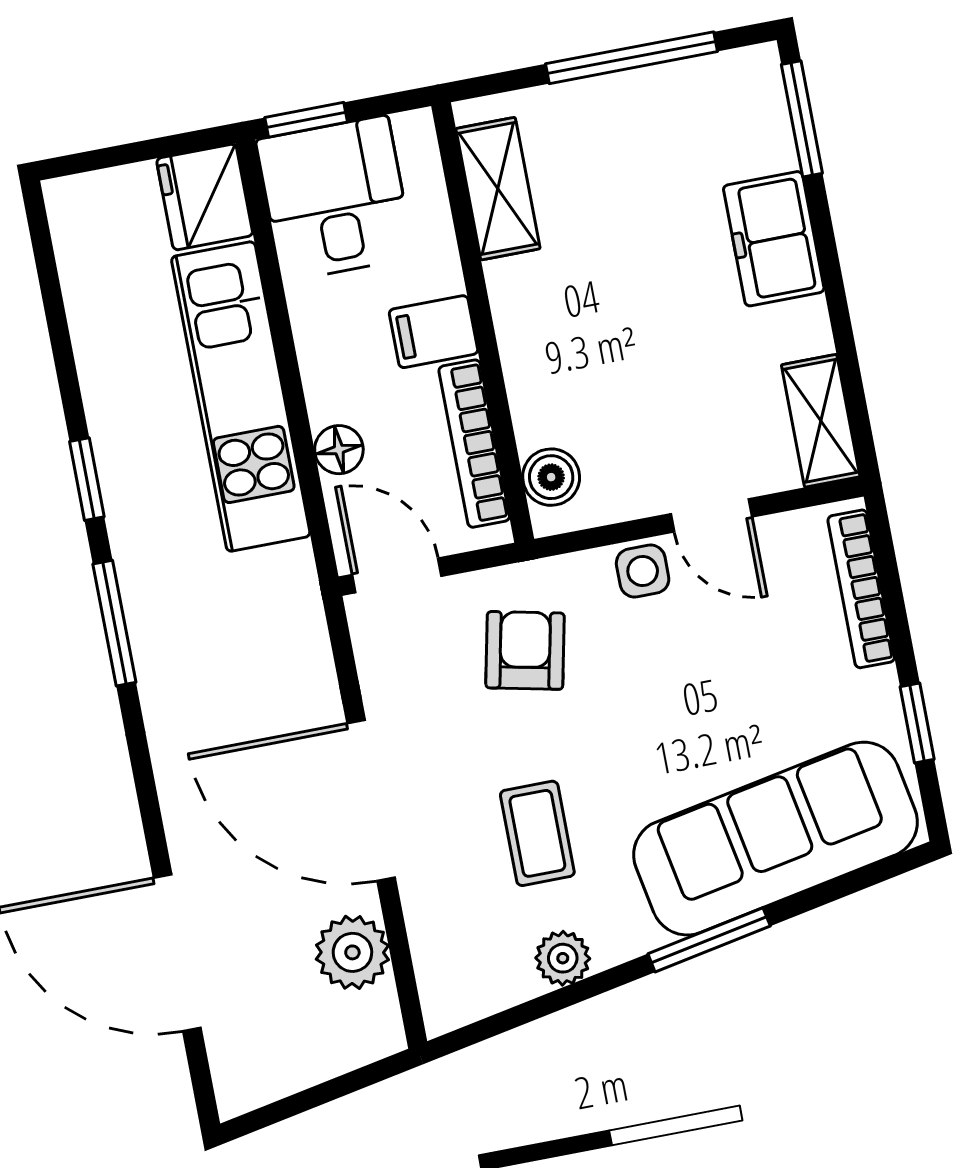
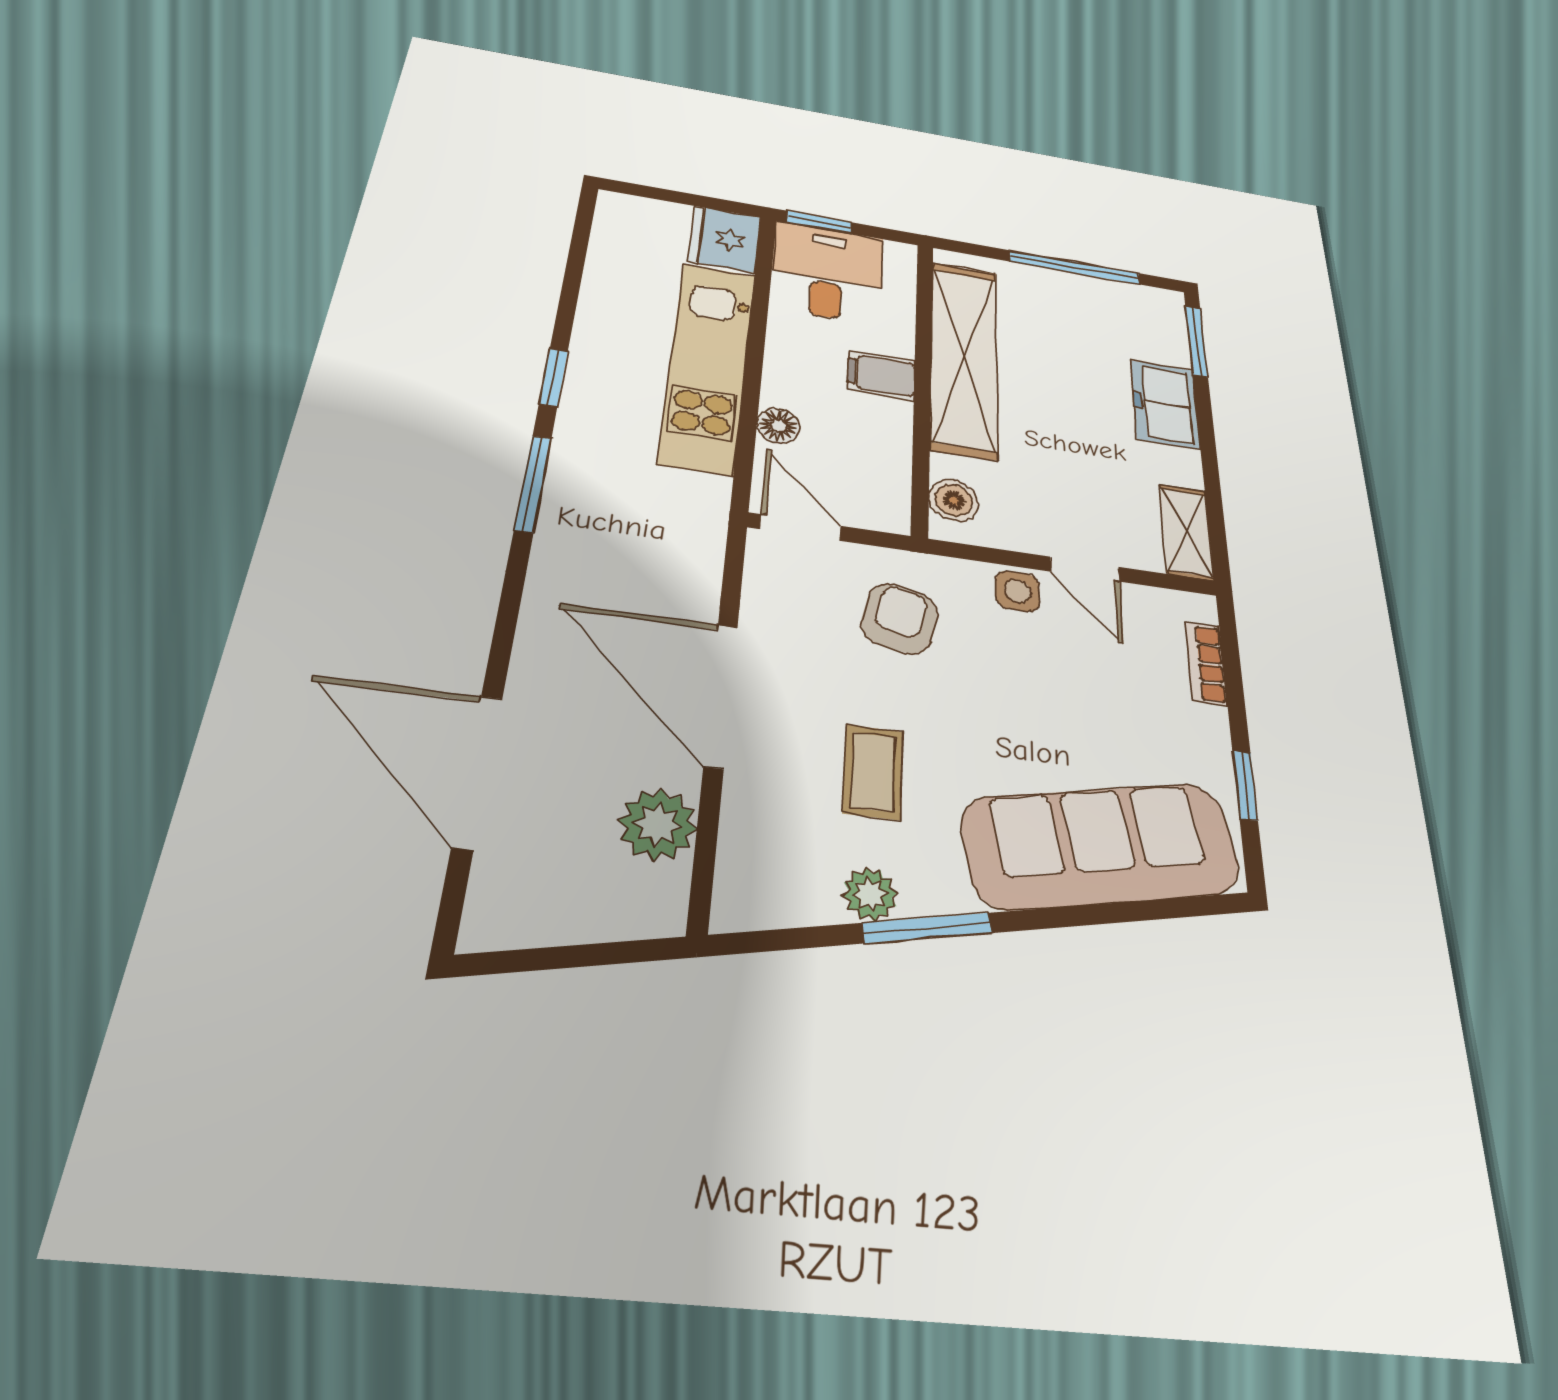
shelving: (498, 189) -> (964, 358), width x2.20, depth x1.33
bookcase: (474, 444) -> (894, 457), removed
bookcase: (861, 589) -> (1206, 663), width x0.64
window: (709, 940) -> (927, 928), moved

